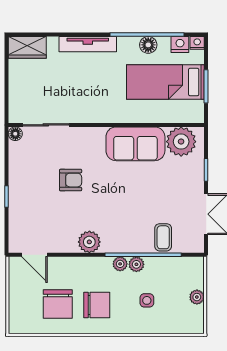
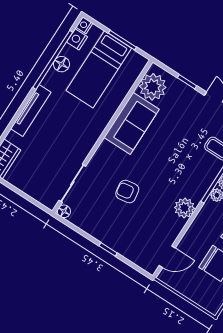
armchair: (71, 180) -> (127, 192), turned -99

